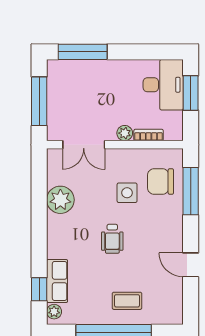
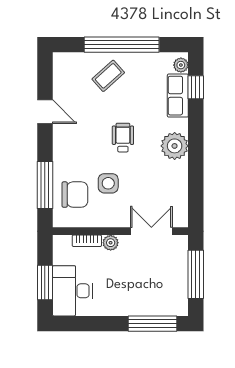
plant: (60, 200) -> (175, 146), moved
coffee table: (127, 301) -> (108, 76), turned -42

